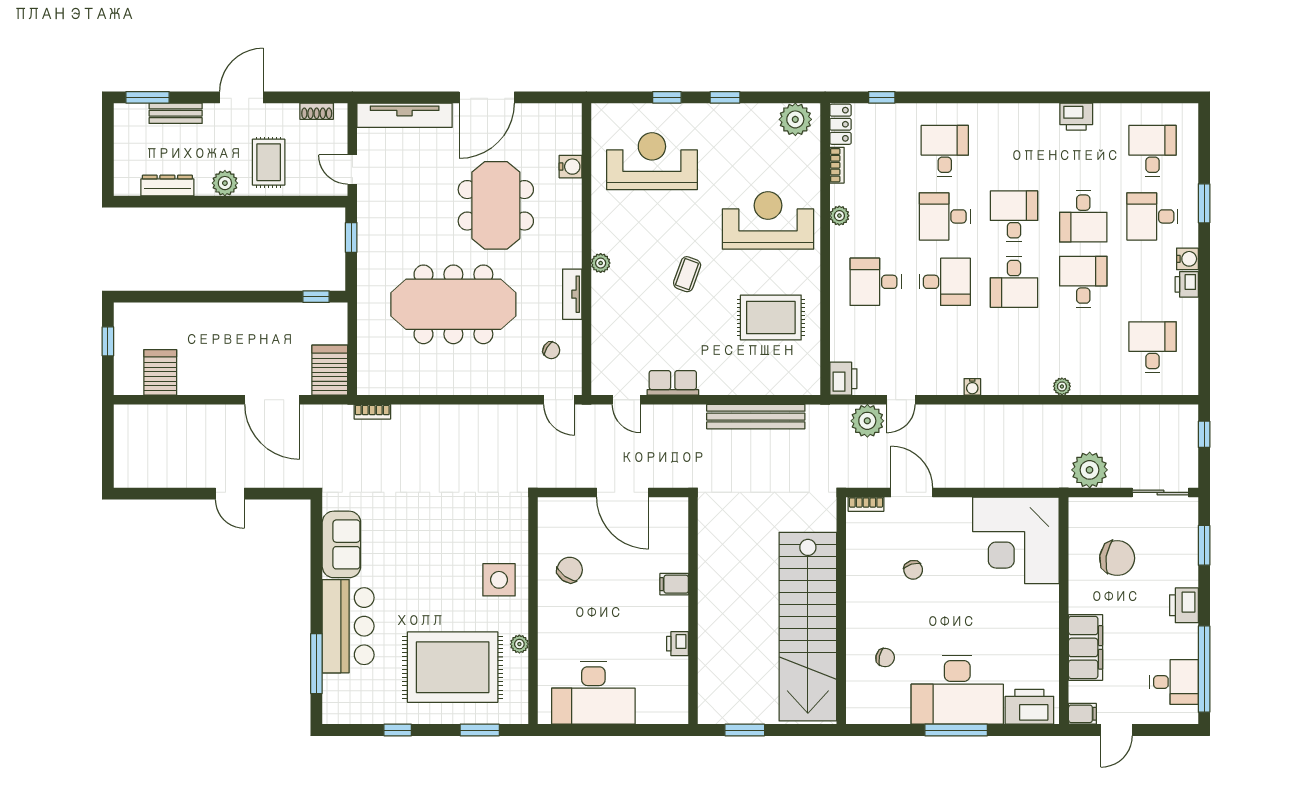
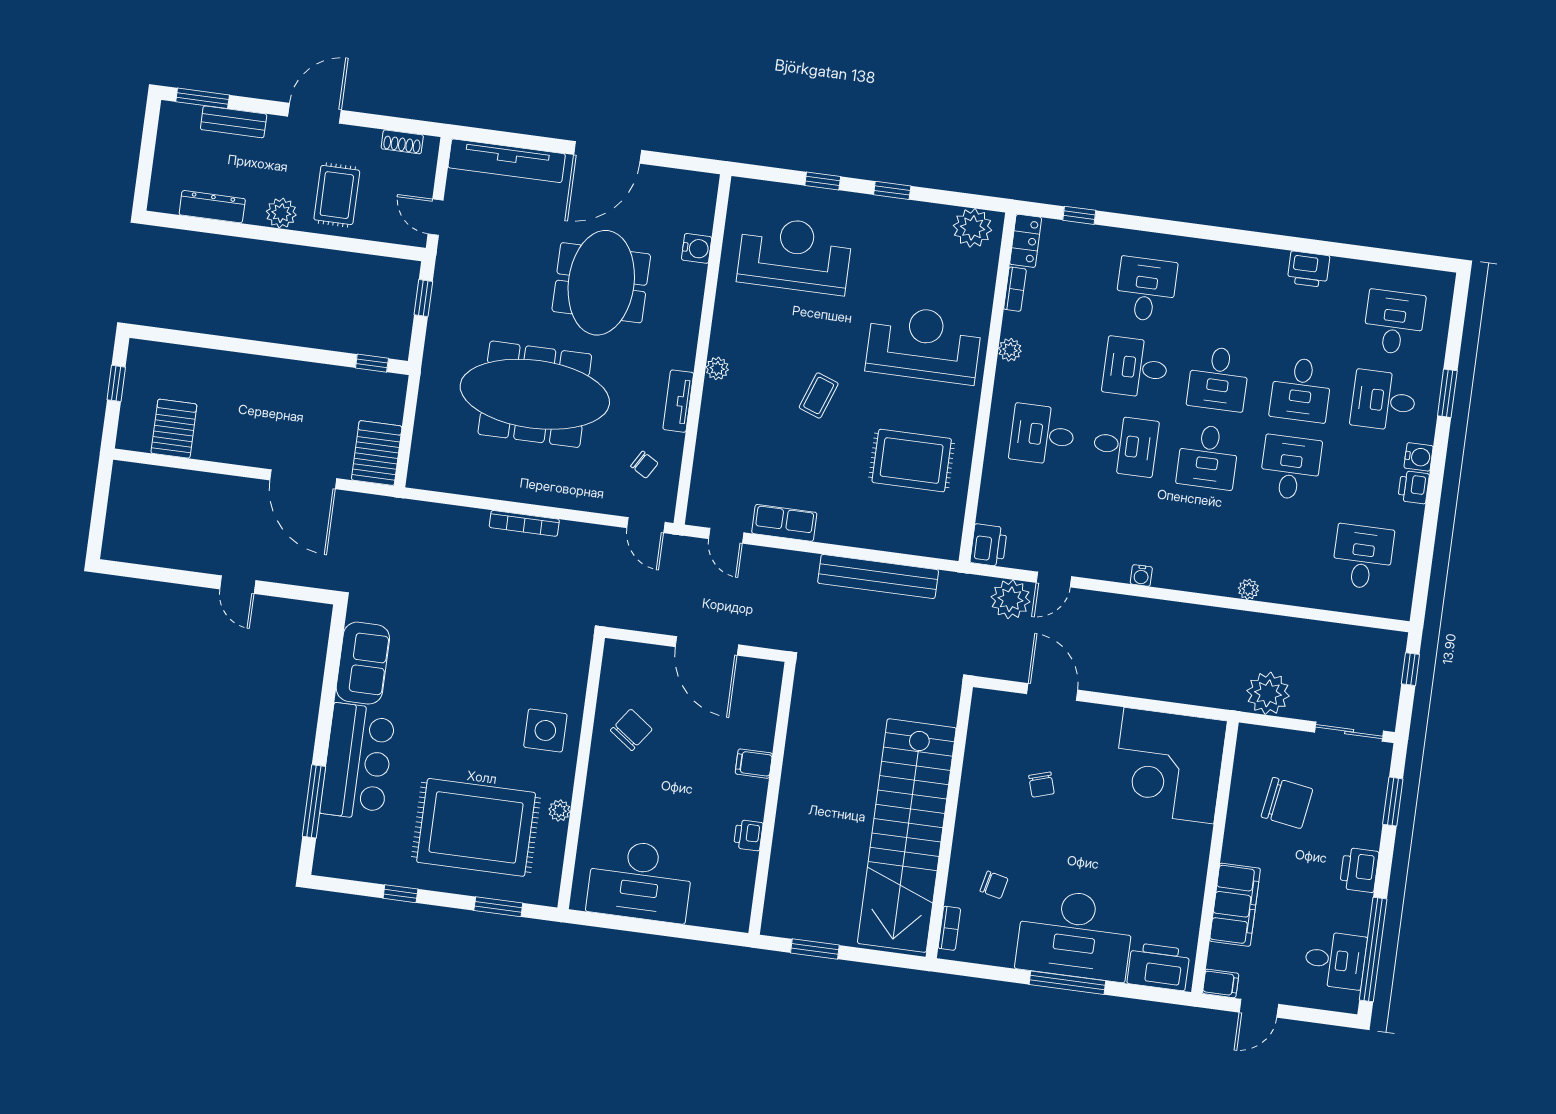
desk: (1014, 216) -> (1218, 379), turned 180
bookcase: (372, 412) -> (524, 523), moved, width x1.56
bookcase: (866, 504) -> (949, 928), moved, turned -90

